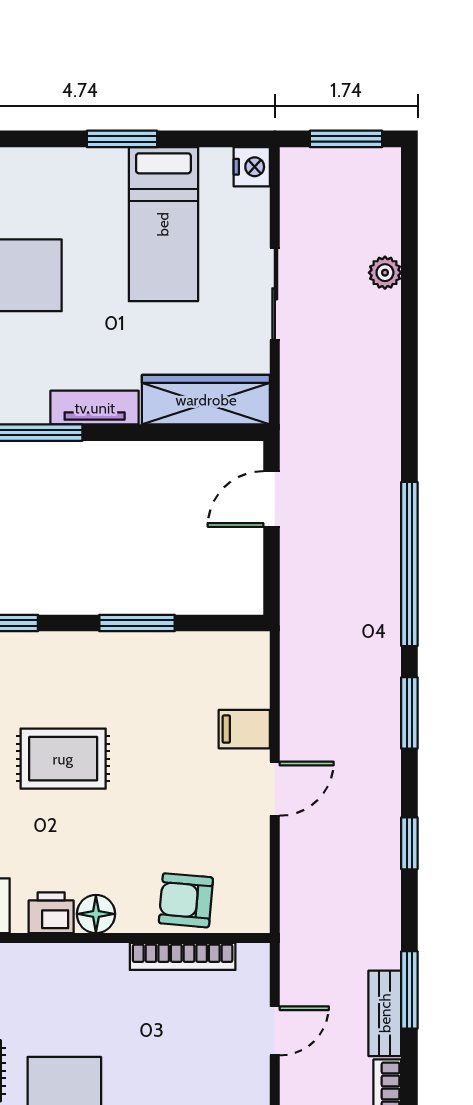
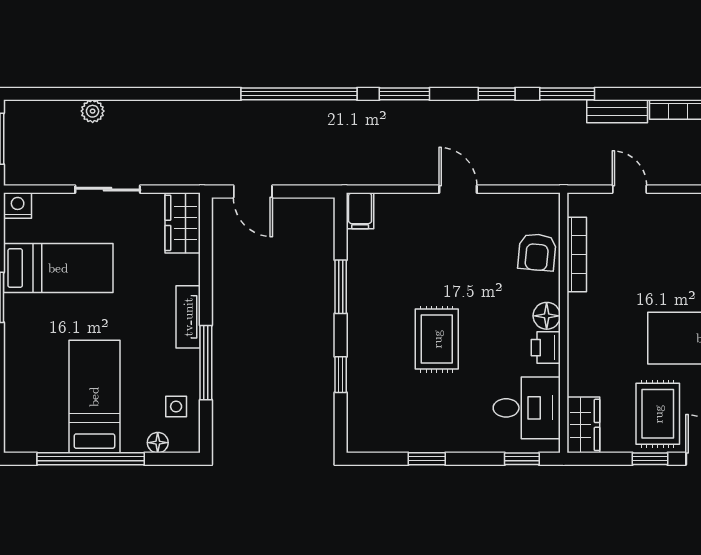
wardrobe: (206, 400) -> (183, 223), width x0.67
filing cabinet: (244, 729) -> (360, 211), moved
window: (409, 990) -> (567, 94), moved

